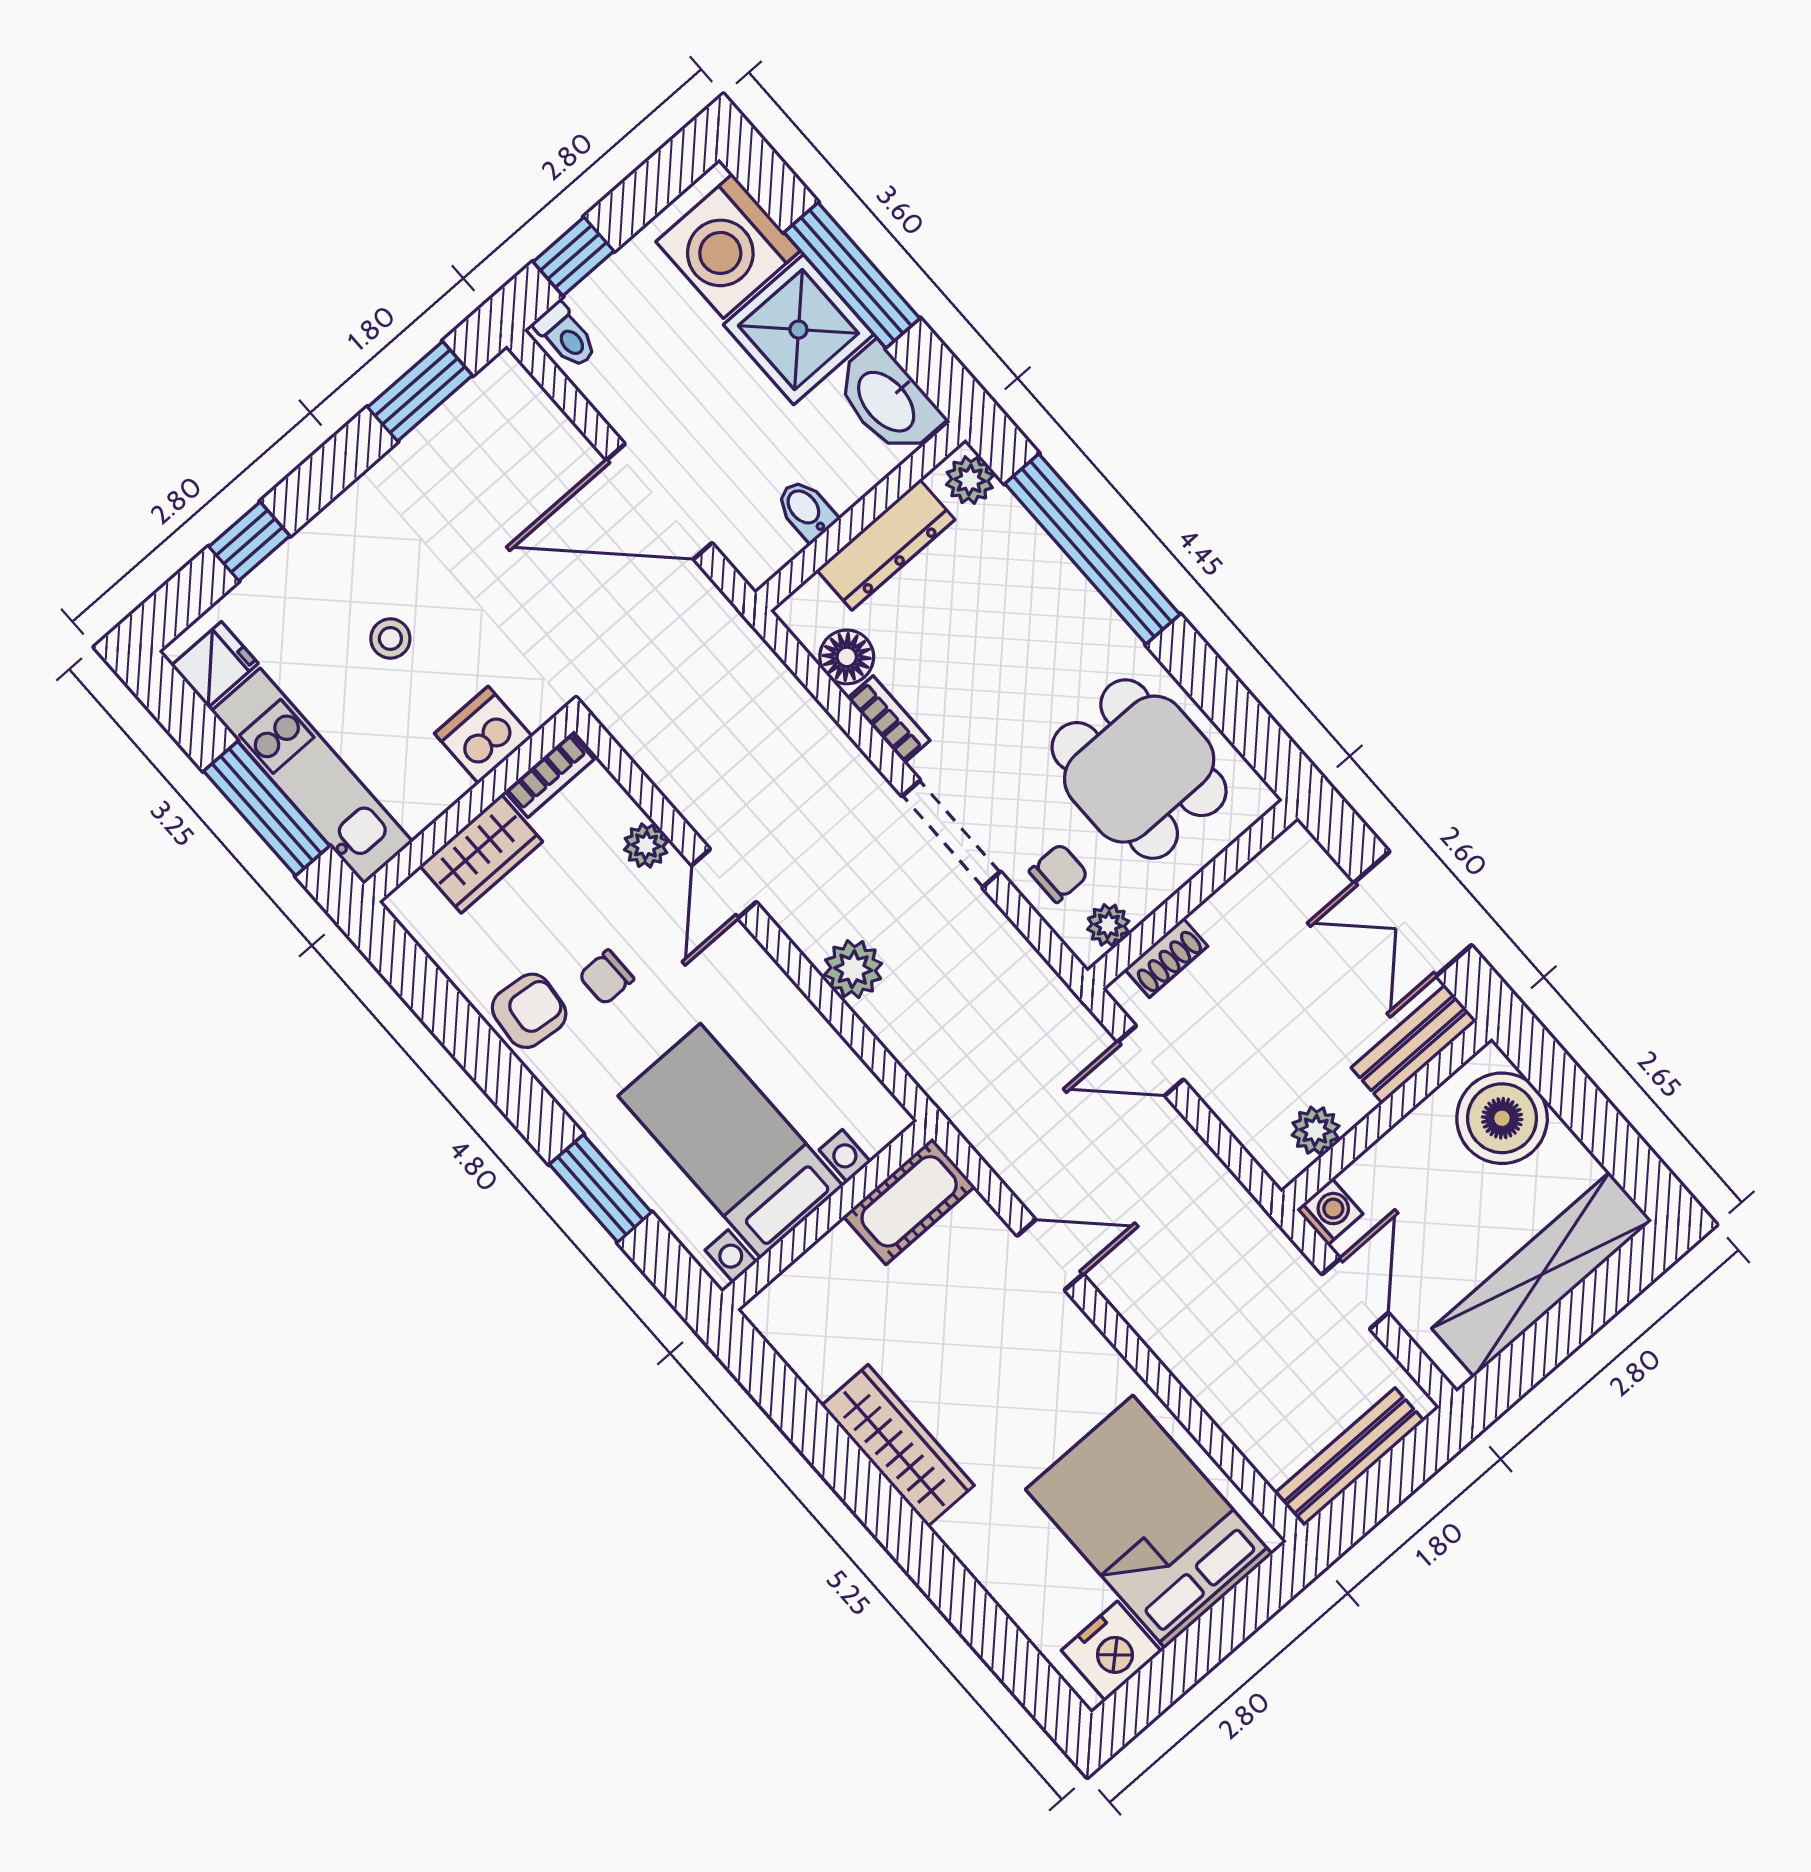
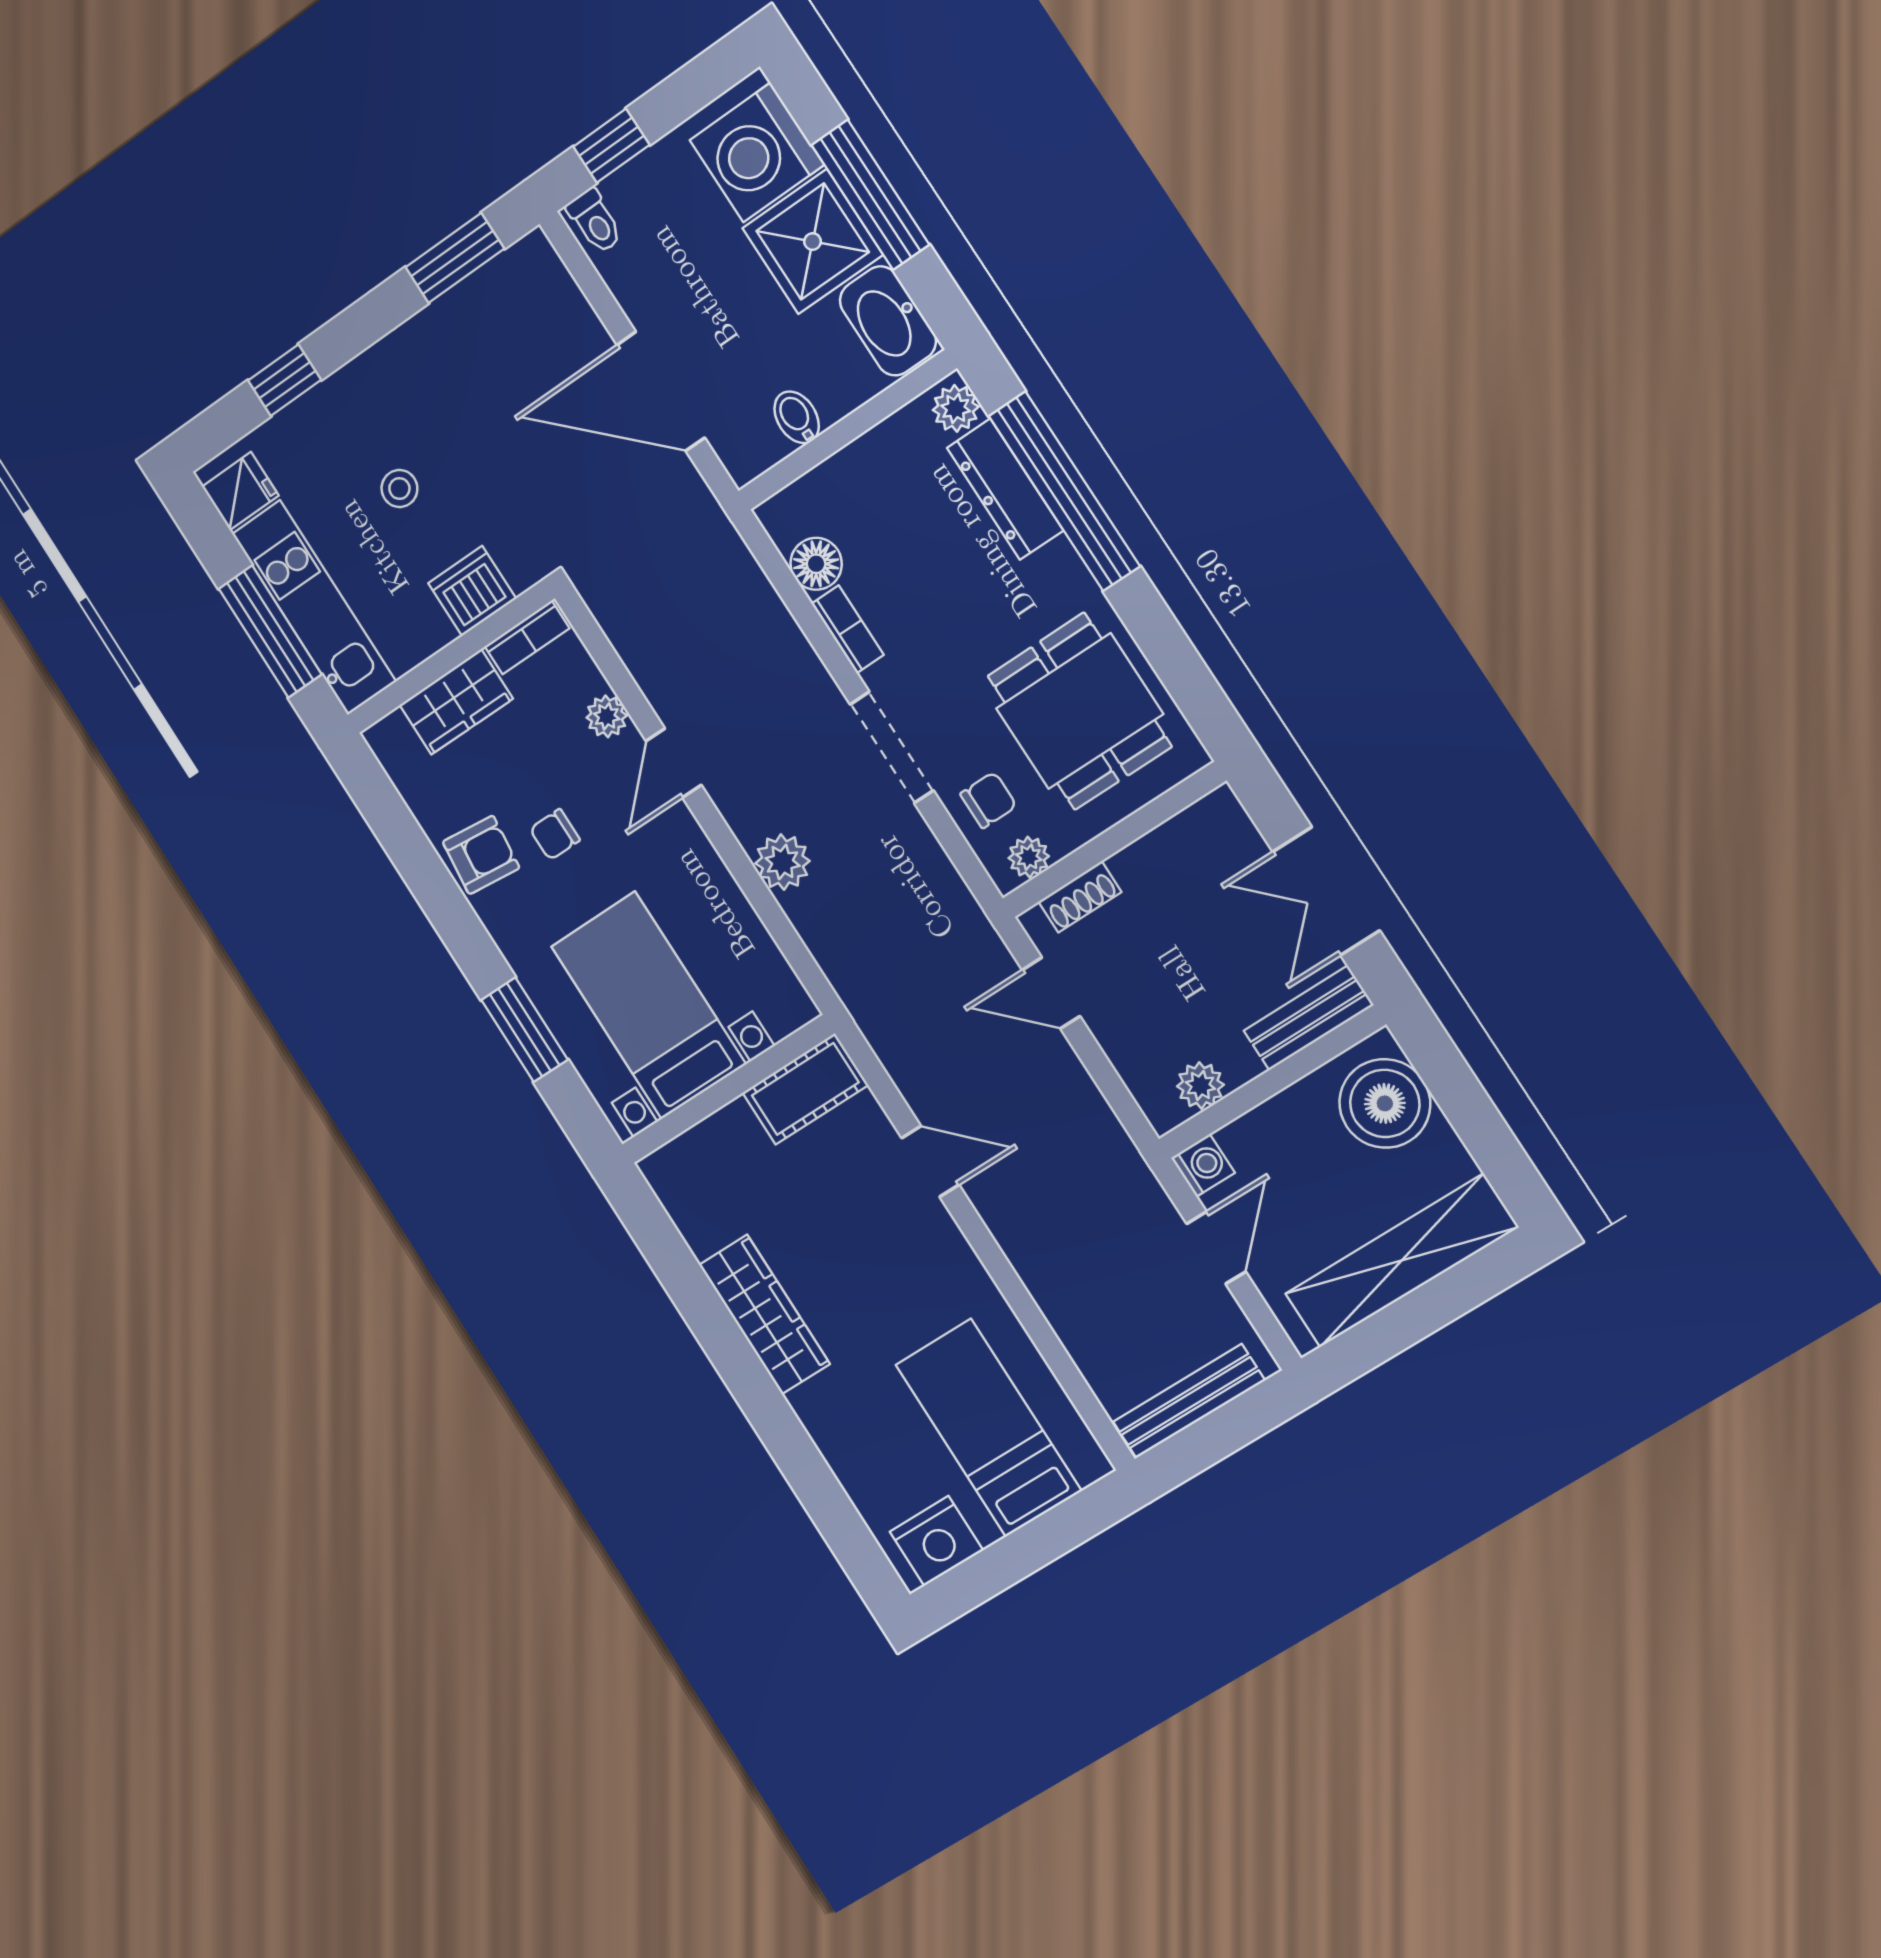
dresser: (886, 545) -> (1005, 489), moved, turned 90
bed: (1149, 1522) -> (988, 1428), width x0.67

